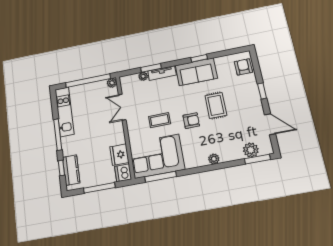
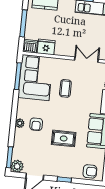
armchair: (191, 121) -> (36, 124), moved
plant: (251, 150) -> (17, 166), moved

